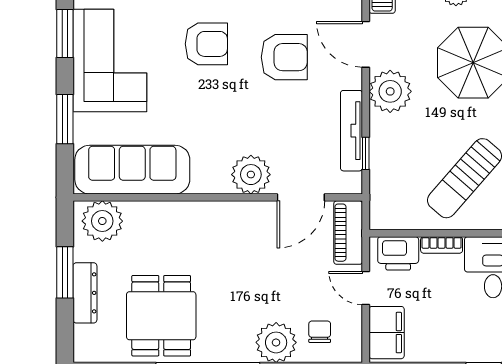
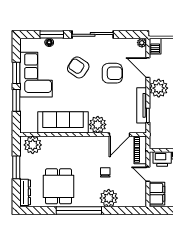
window: (65, 33) -> (16, 73), moved
armchair: (206, 44) -> (78, 67), turned -146
sofa: (132, 170) -> (63, 122), moved
dresser: (85, 293) -> (25, 192), moved
chair: (320, 332) -> (105, 172), moved

